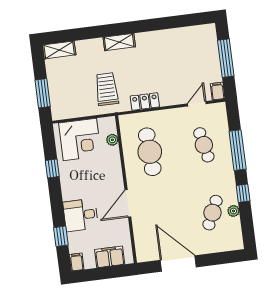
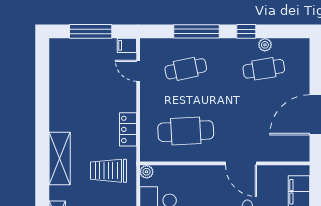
shelving: (119, 42) -> (60, 159), width x1.50, depth x1.33
plant: (112, 140) -> (147, 172), moved
cafe table: (213, 213) -> (264, 69), turned -33

